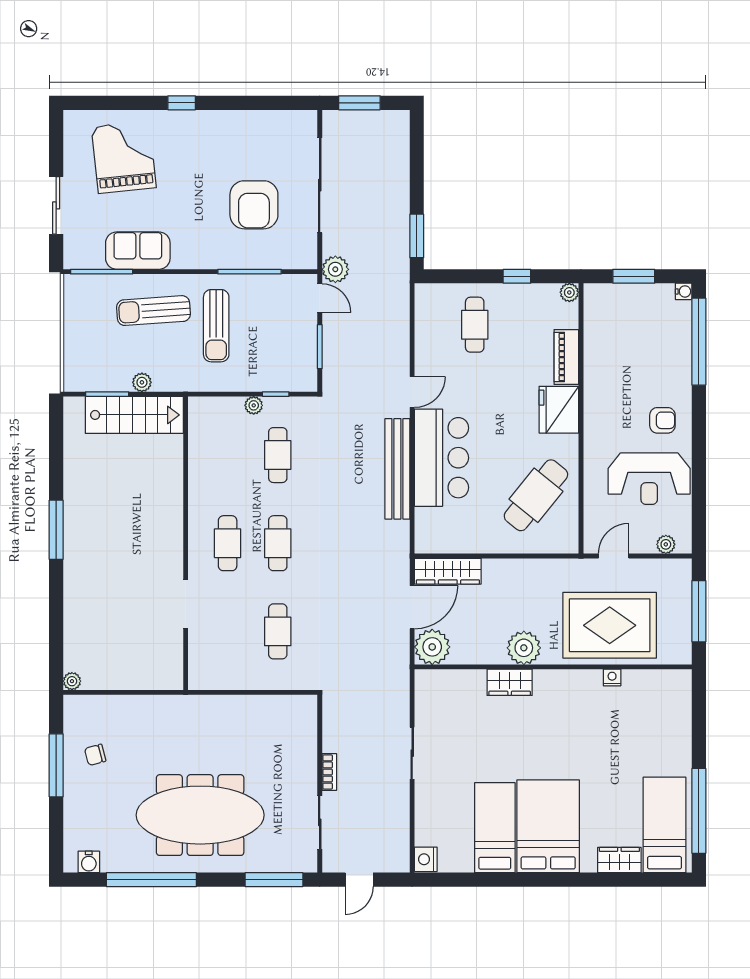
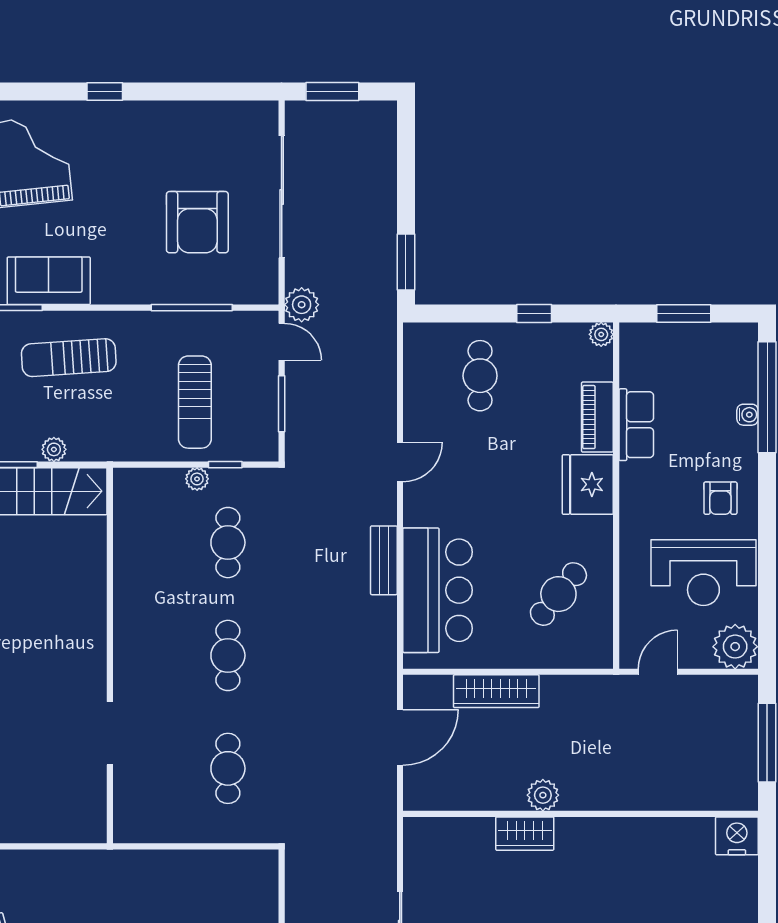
water cooler: (684, 291) -> (748, 415), moved
sun lounger: (216, 326) -> (195, 402), moved
row of seats: (597, 363) -> (636, 425), added
armchair: (662, 420) -> (720, 498), turned 90
bar counter: (442, 458) -> (438, 590), moved
bench: (397, 469) -> (384, 560), width x0.54, depth x0.82
cafe table: (536, 495) -> (558, 594), width x0.73, depth x0.74
cafe table: (228, 543) -> (164, 655), removed
plant: (666, 544) -> (735, 647), width x1.87, depth x1.87
wardrobe: (448, 571) -> (496, 691), moved
rug: (610, 625) -> (653, 760), removed
plant: (432, 647) -> (426, 788), removed
plant: (524, 648) -> (543, 795), width x0.73, depth x0.73
nightstand: (612, 678) -> (737, 836), moved, width x1.89, depth x1.79

